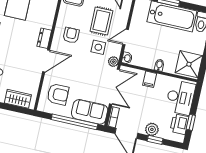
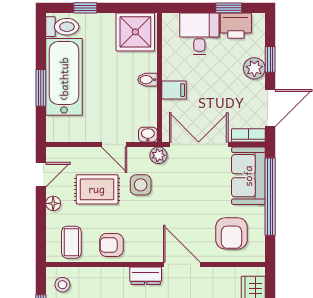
armchair: (71, 35) -> (111, 245), moved
armchair: (58, 94) -> (232, 233), turned 180
desk: (180, 97) -> (199, 34), width x0.73

